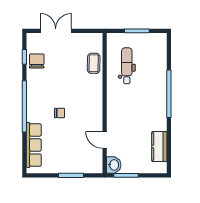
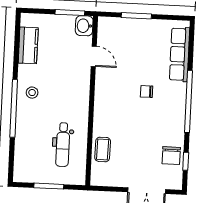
stool: (154, 108) -> (32, 93), added

